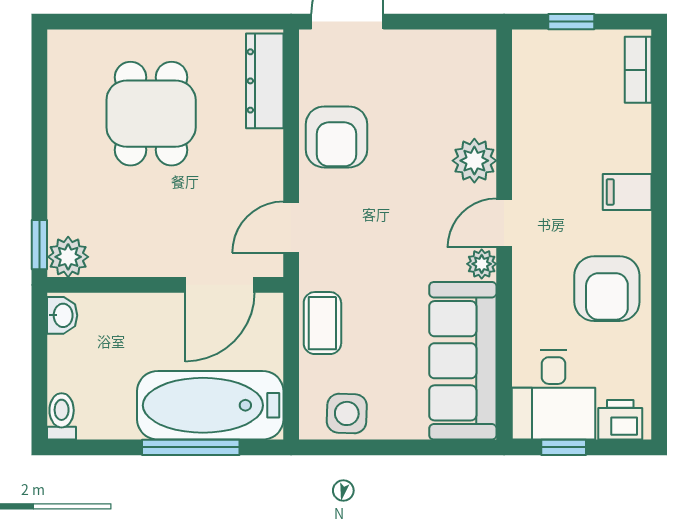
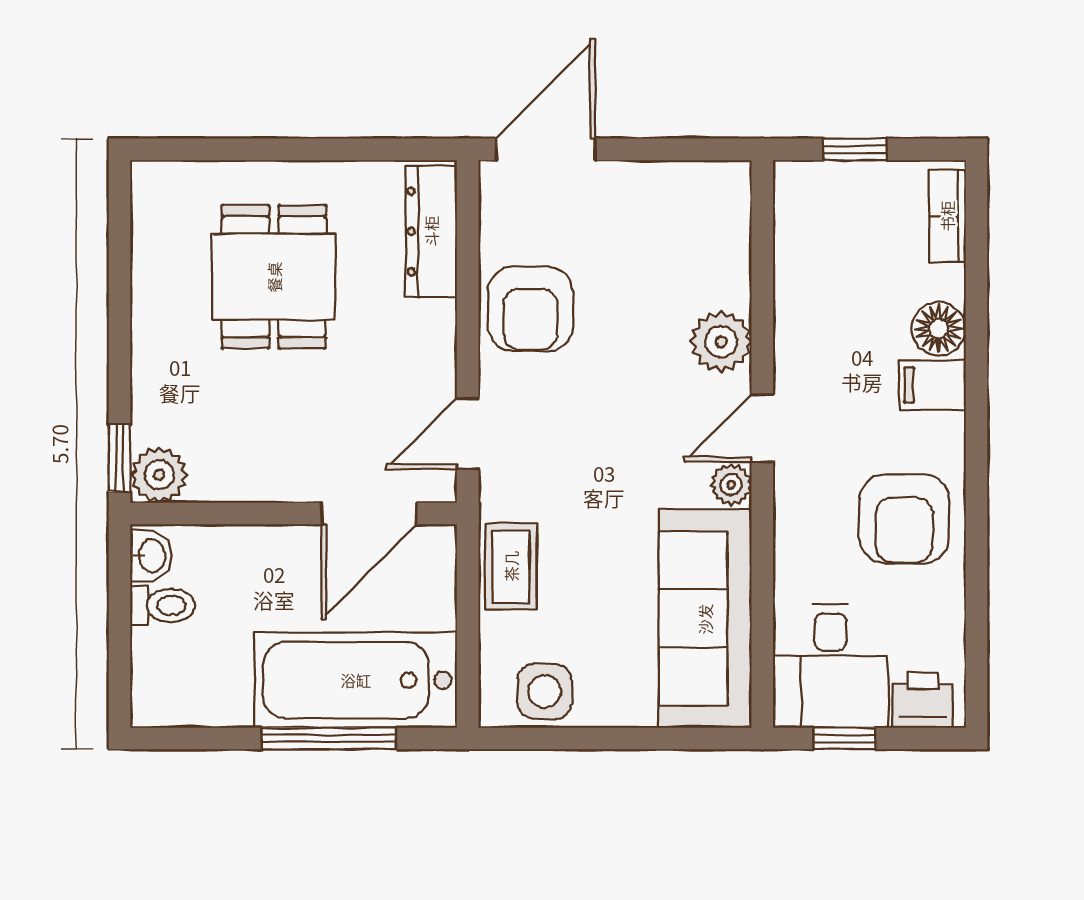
floor lamp: (632, 151) -> (939, 329), added
toilet: (62, 416) -> (163, 605), moved, turned 90

